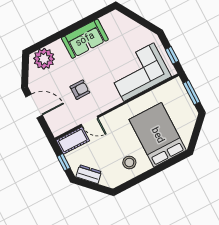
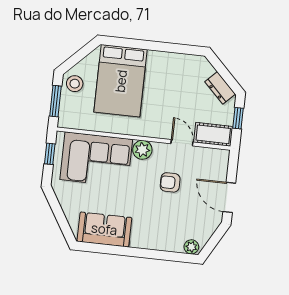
sofa: (85, 39) -> (104, 229), moved
plant: (44, 59) -> (191, 247), width x0.53, depth x0.53
plant: (113, 99) -> (142, 150), added
stool: (129, 162) -> (75, 84), moved

